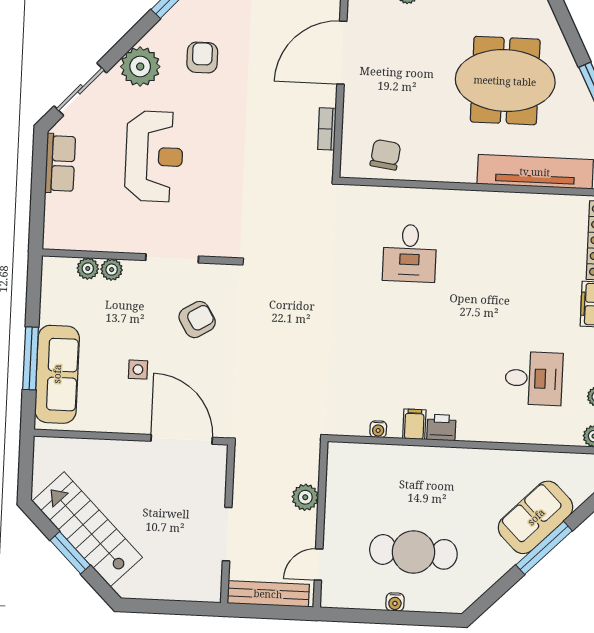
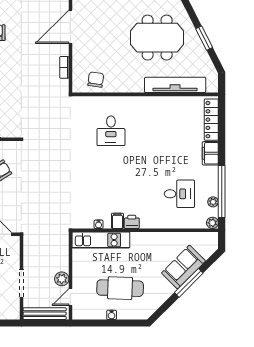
kitchen unit: (381, 459) -> (101, 240), added
plant: (305, 497) -> (62, 279), moved

